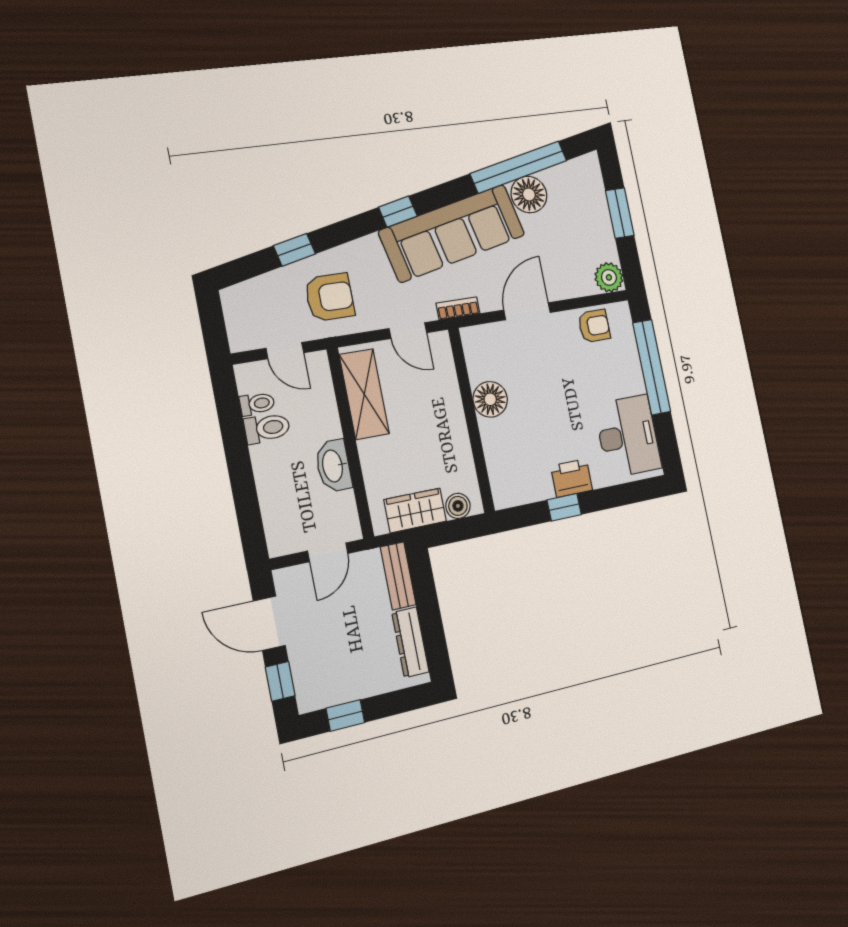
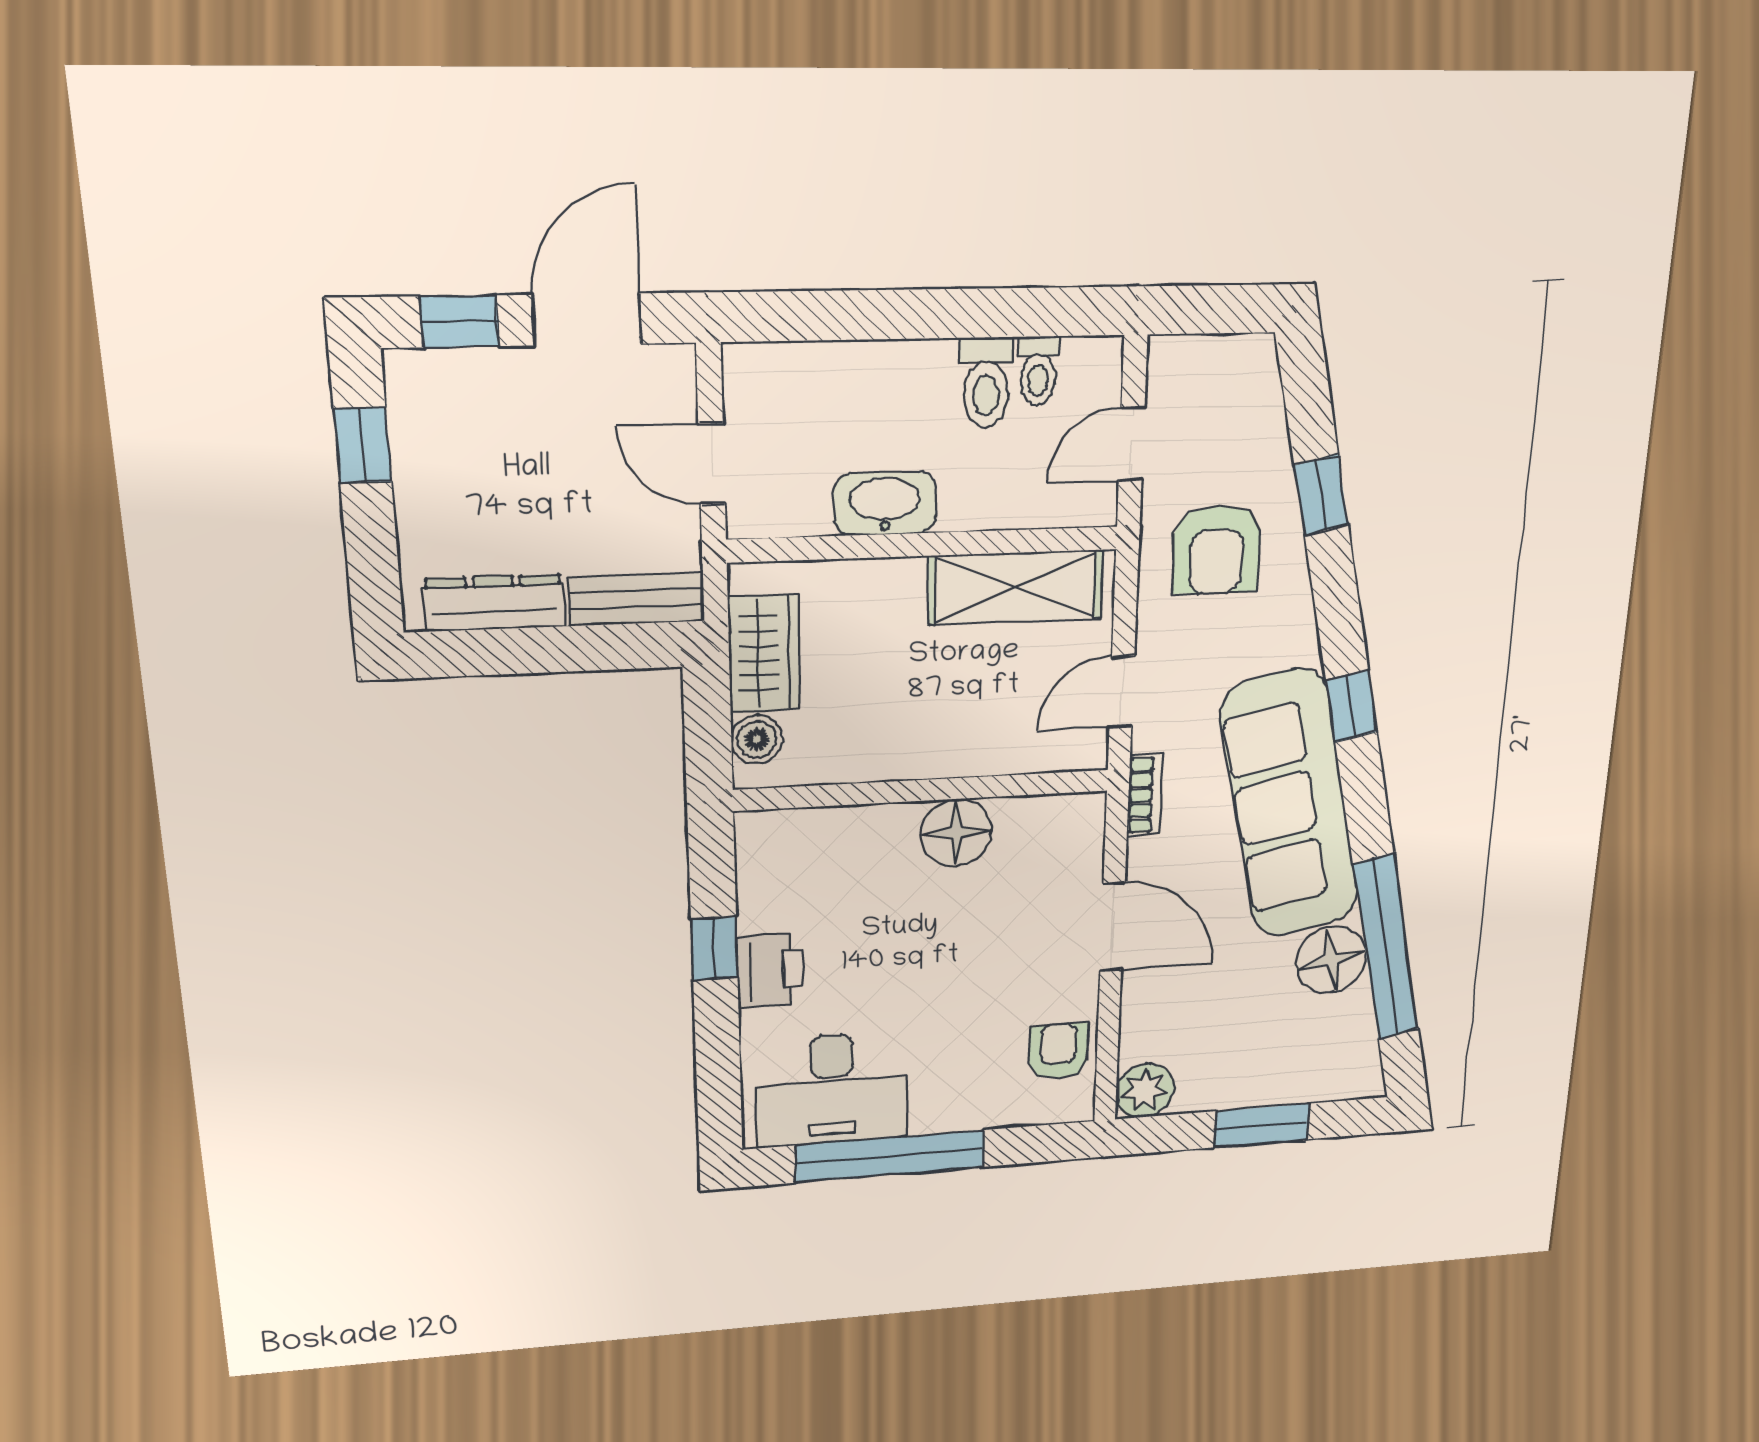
armchair: (594, 326) -> (1059, 1051), turned 180
window: (652, 367) -> (890, 1156), moved

